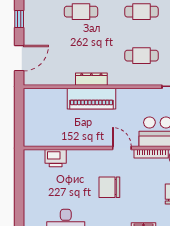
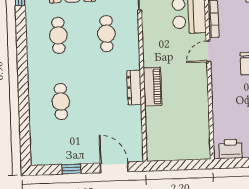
piano: (92, 99) -> (153, 87), width x0.73, depth x0.75
printer: (56, 158) -> (231, 149), moved, turned -90

